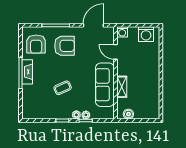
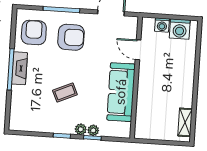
washing machine: (122, 32) -> (162, 25), moved
armchair: (36, 44) -> (34, 32), turned 180
shelving: (122, 87) -> (185, 122), moved
boiler: (128, 114) -> (149, 133), removed

